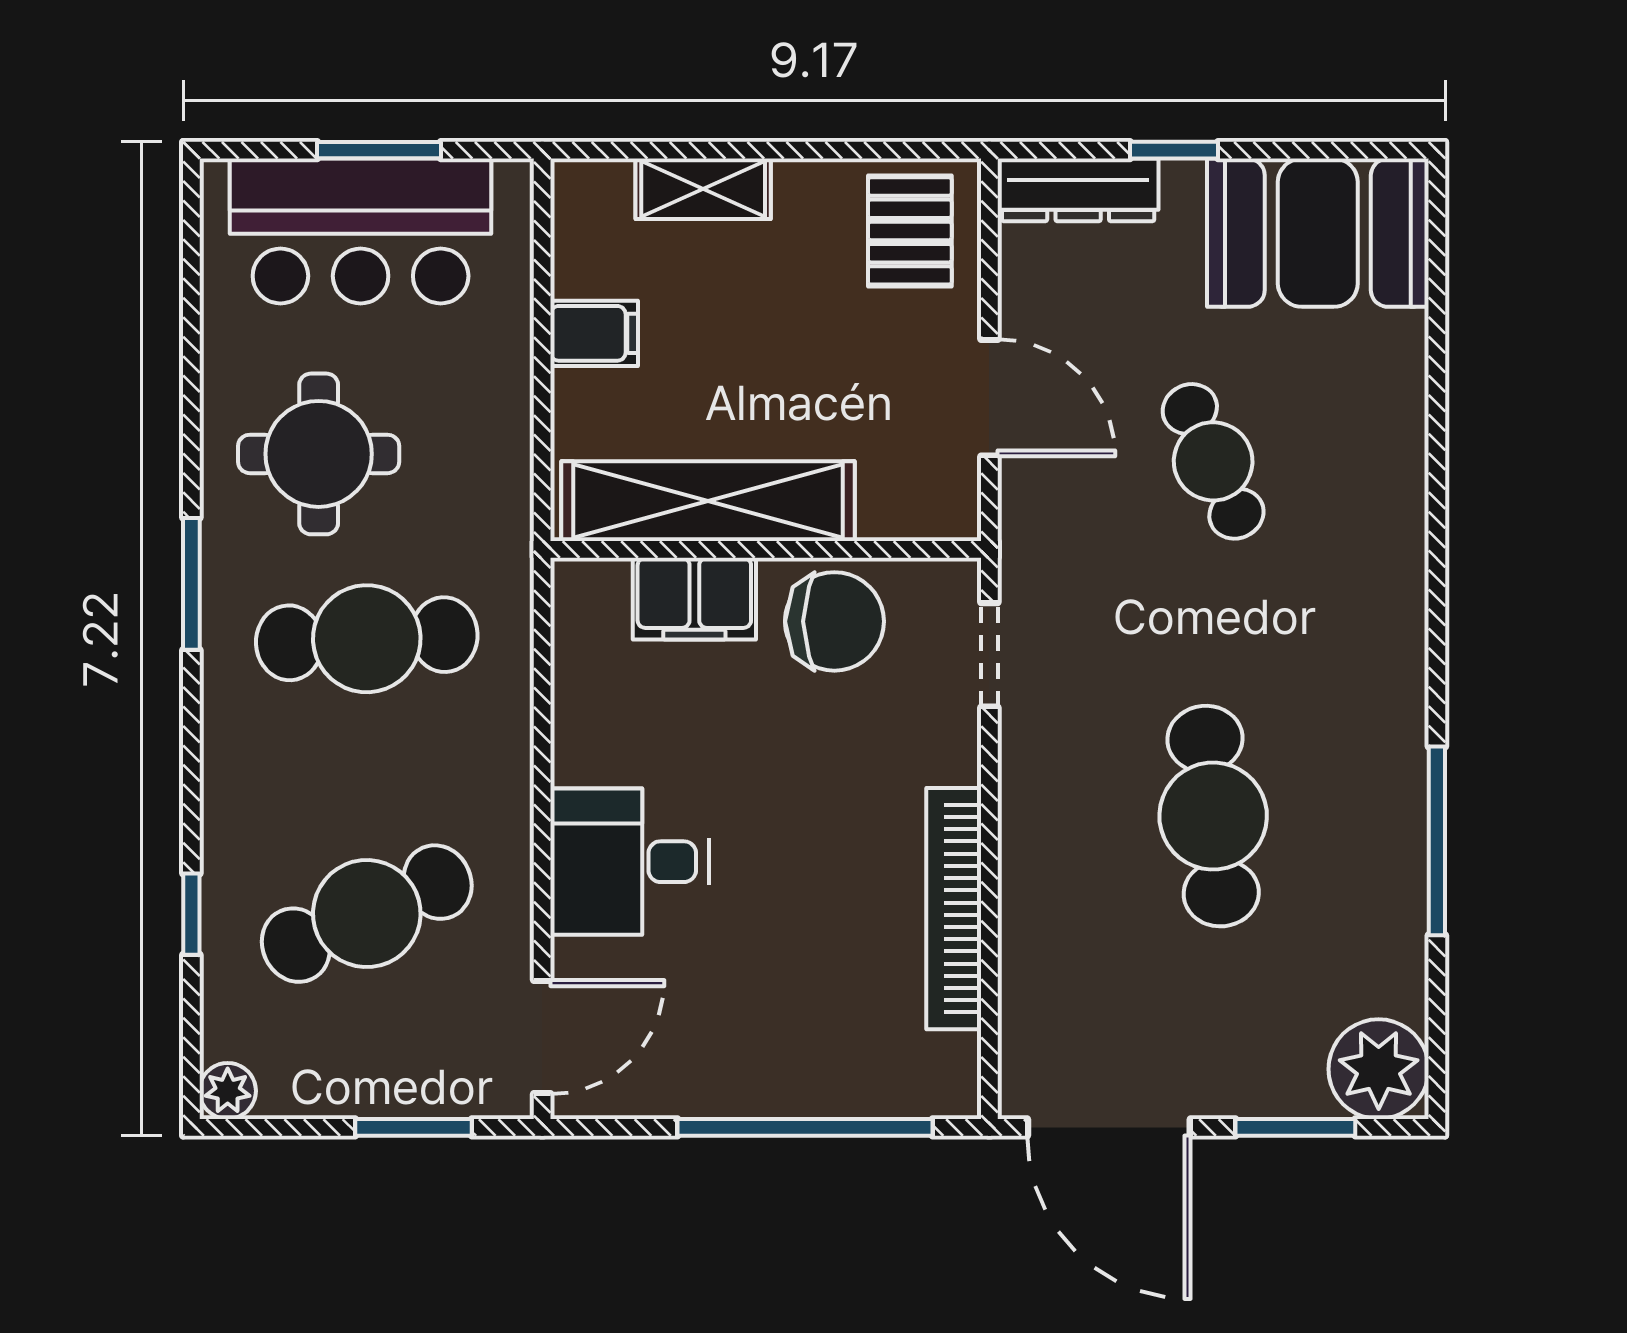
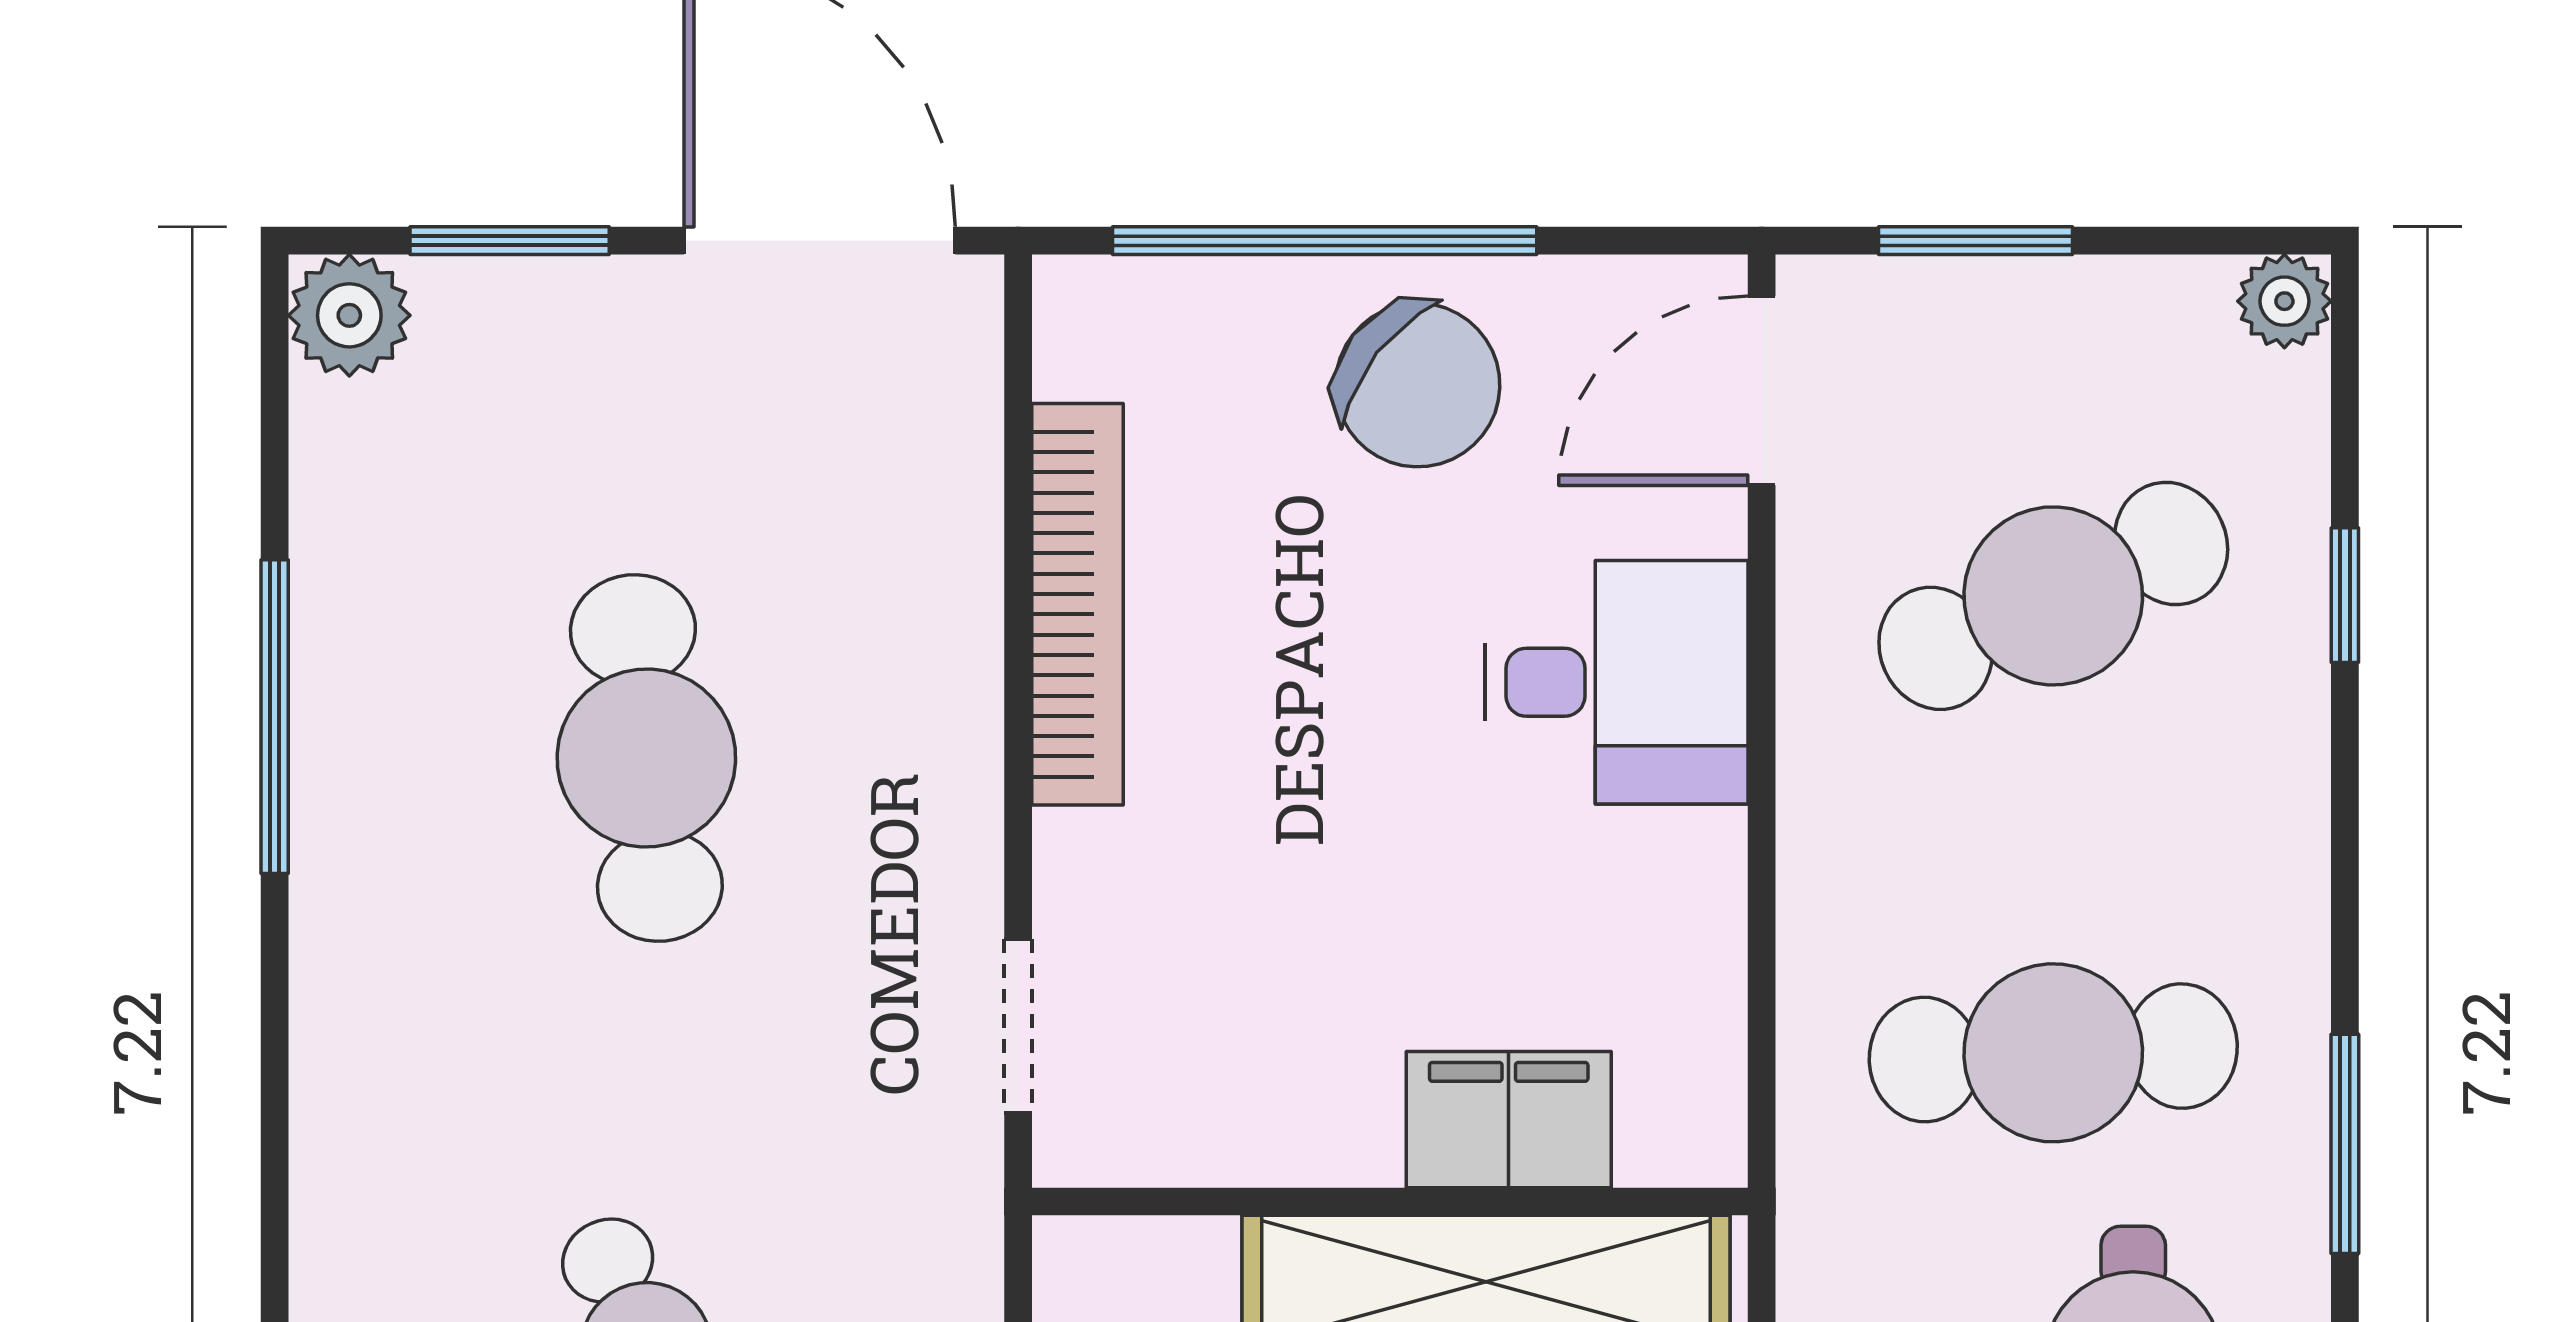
chair: (834, 621) -> (1418, 385), moved, turned -142
plant: (1379, 1069) -> (349, 315), width x0.73, depth x0.73

